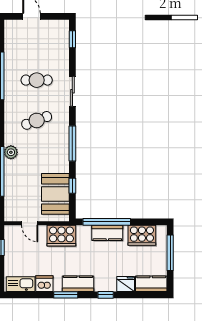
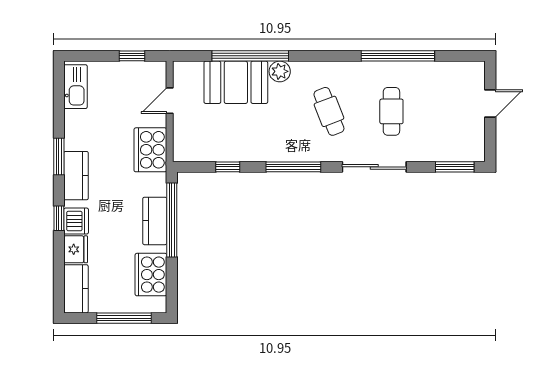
window: (72, 39) -> (455, 167), width x1.50
sliding door: (72, 91) -> (374, 167), width x1.37
booth: (55, 194) -> (236, 82), moved
dishwasher: (44, 284) -> (76, 221), moved

